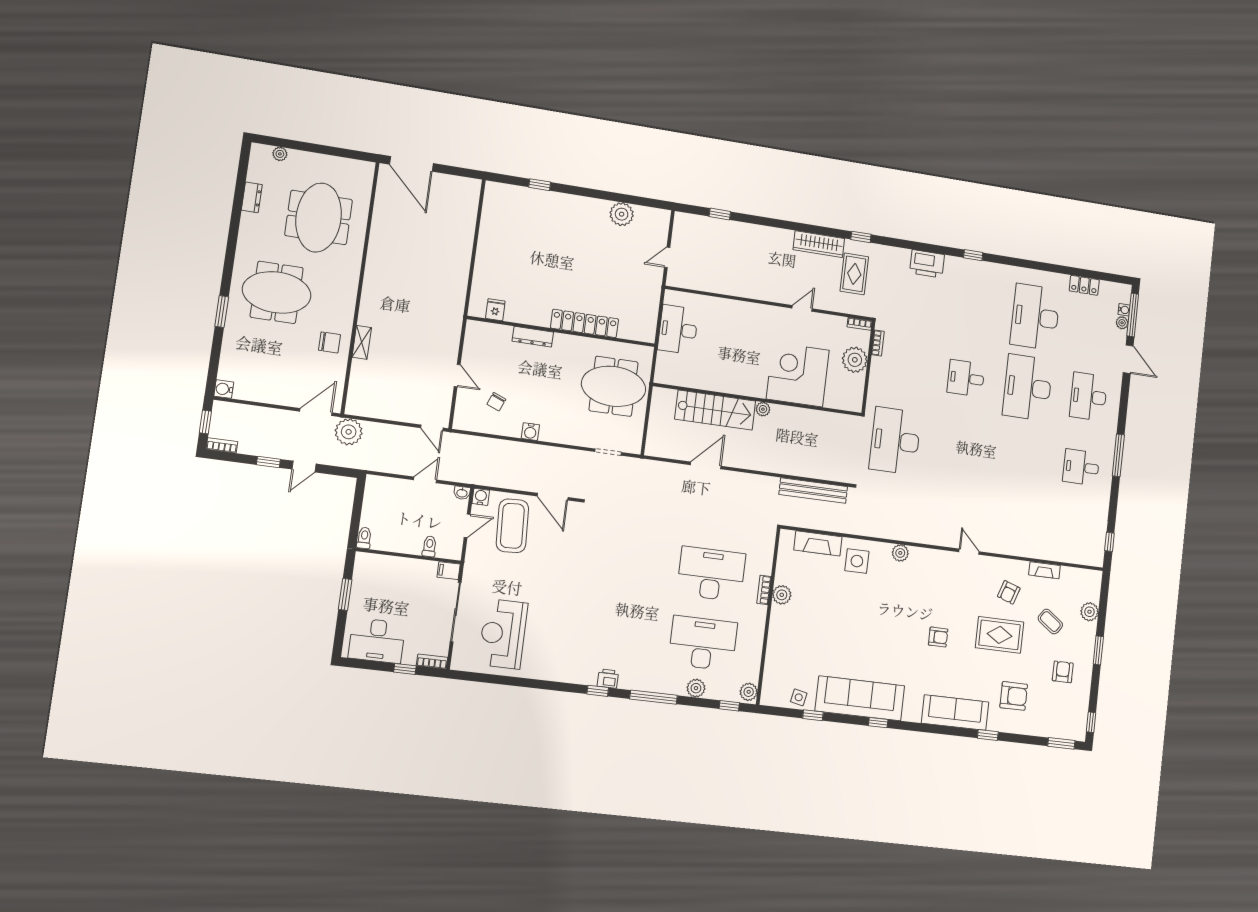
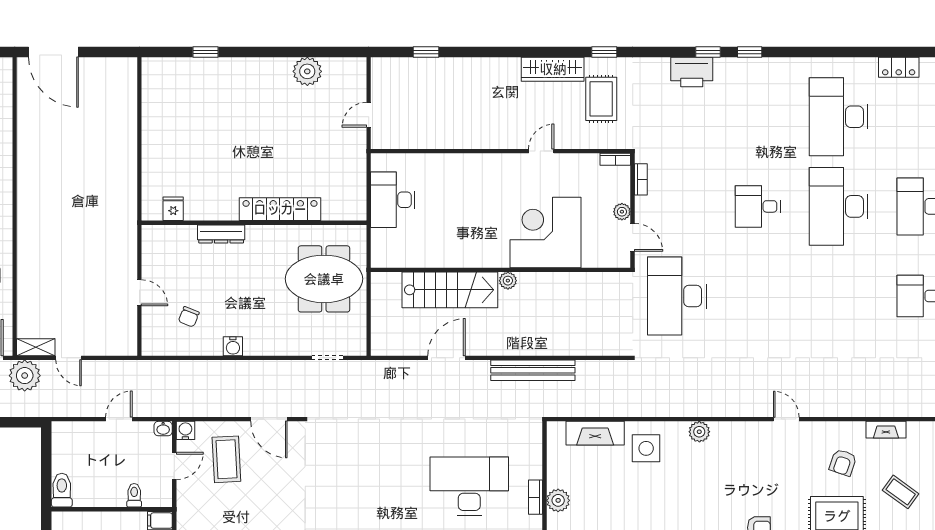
window: (941, 250) -> (708, 52), added
shelving: (362, 342) -> (36, 347), moved, turned 90
plant: (855, 360) -> (622, 212), width x0.53, depth x0.53
door: (866, 388) -> (633, 237), added
door: (432, 428) -> (69, 358), moved
bench: (813, 491) -> (533, 370), moved
coffee table: (512, 526) -> (226, 459), width x0.73, depth x0.76
toilet: (364, 538) -> (62, 490), width x1.37, depth x1.39

